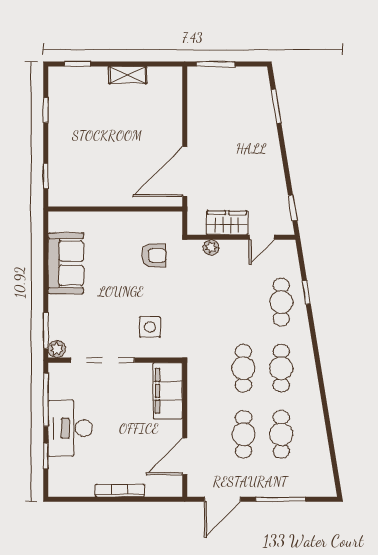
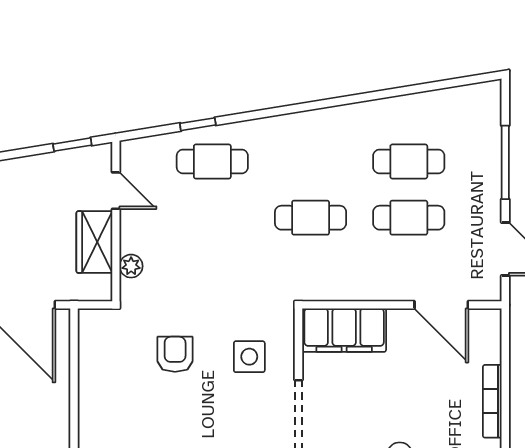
armchair: (154, 255) -> (175, 354), moved
cafe table: (281, 368) -> (311, 161), removed

